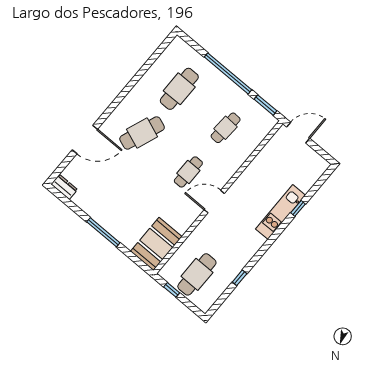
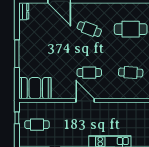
cafe table: (142, 133) -> (89, 29), width x0.73, depth x0.74
cafe table: (197, 274) -> (37, 125), width x0.73, depth x0.74

